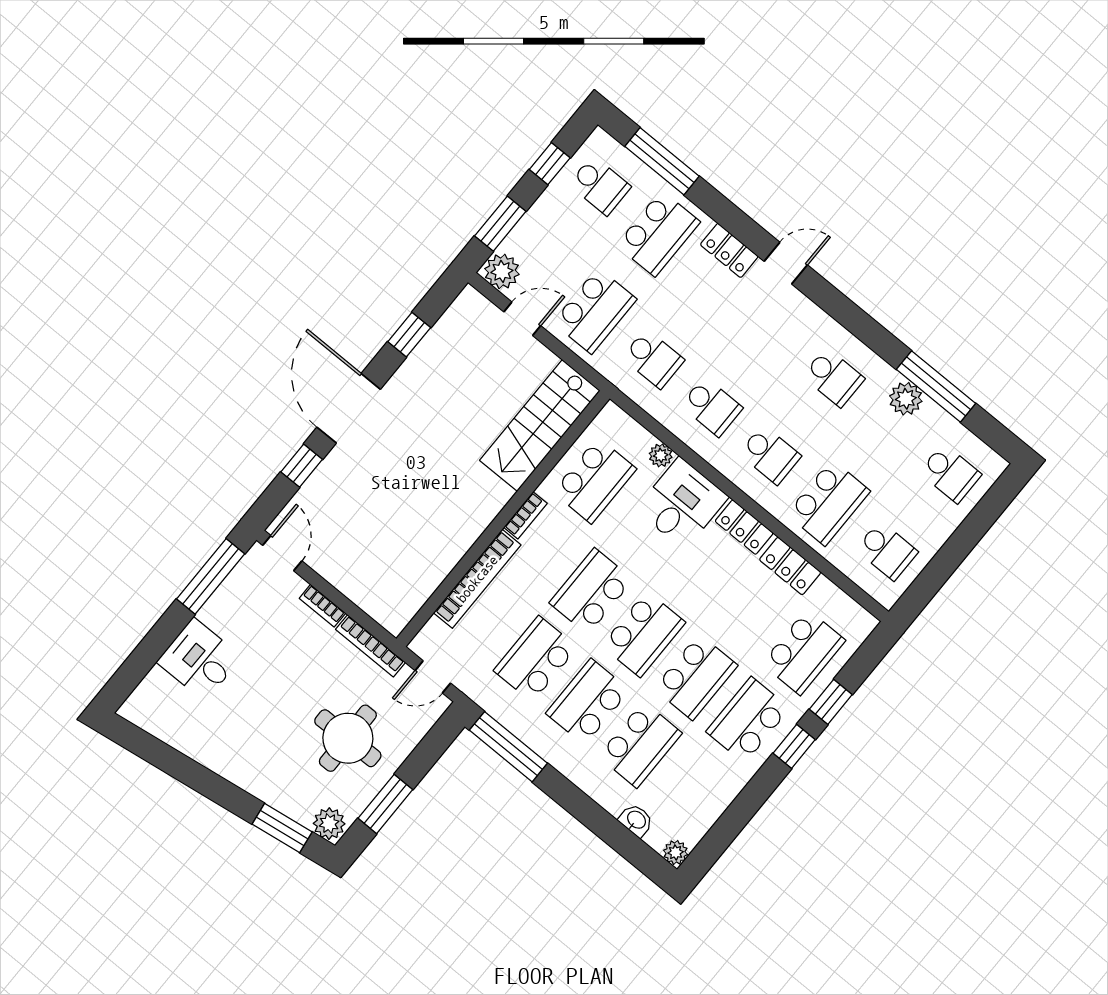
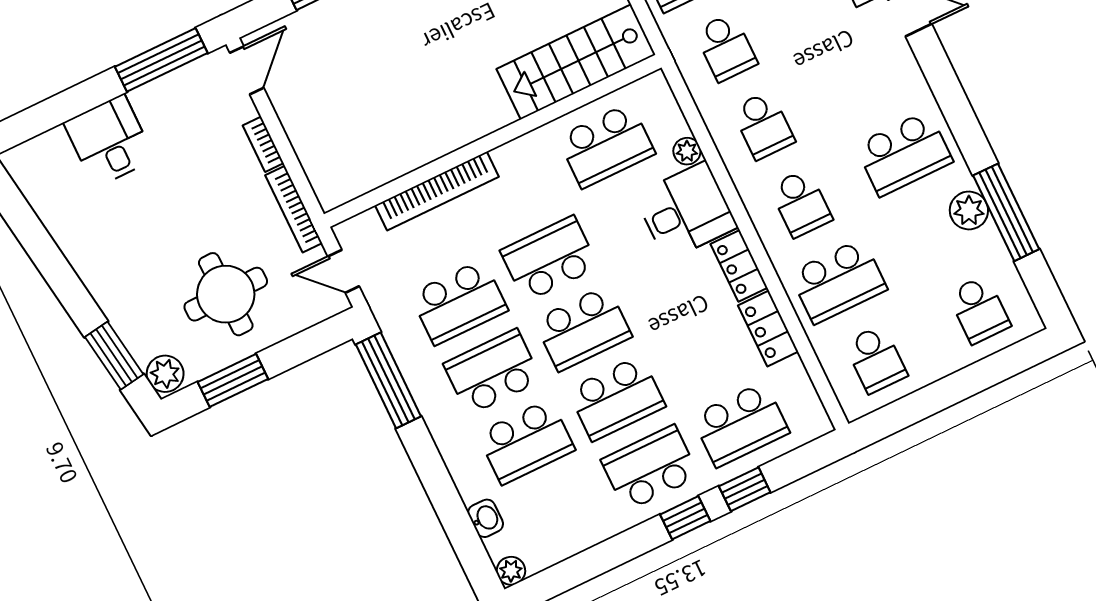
school desk: (833, 377) -> (904, 154), width x1.85
bookcase: (525, 515) -> (518, 148), removed
school desk: (536, 659) -> (459, 302), turned 180

